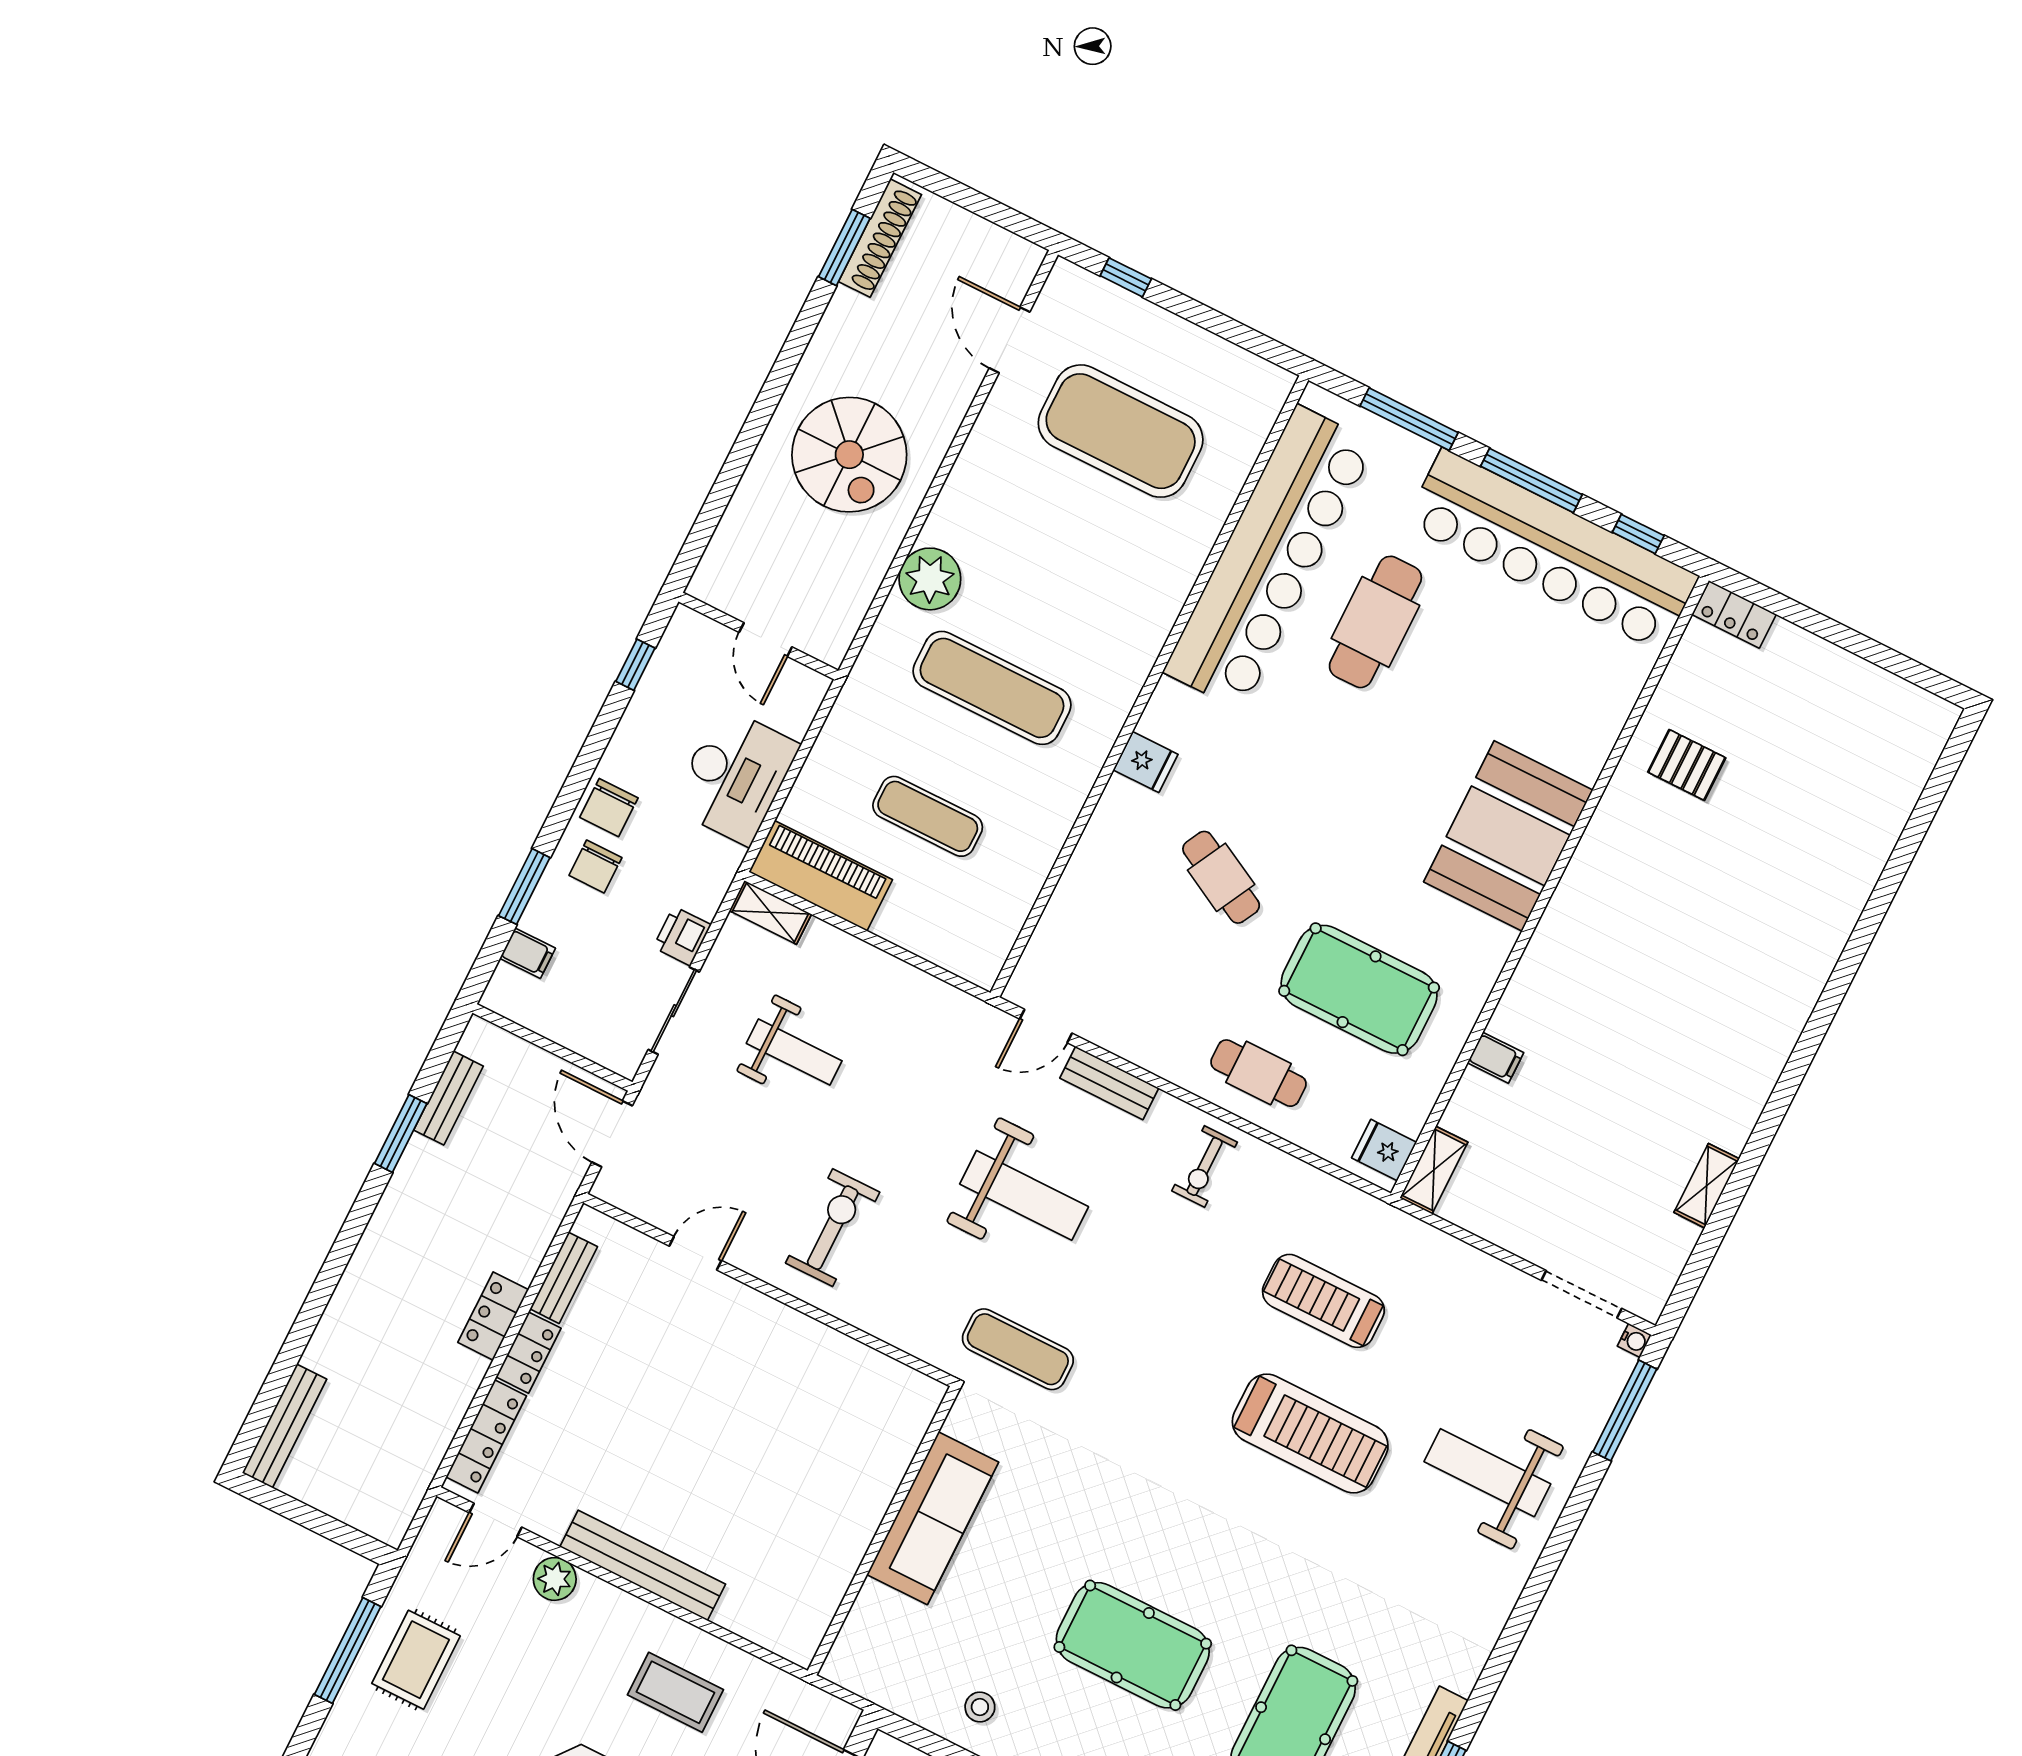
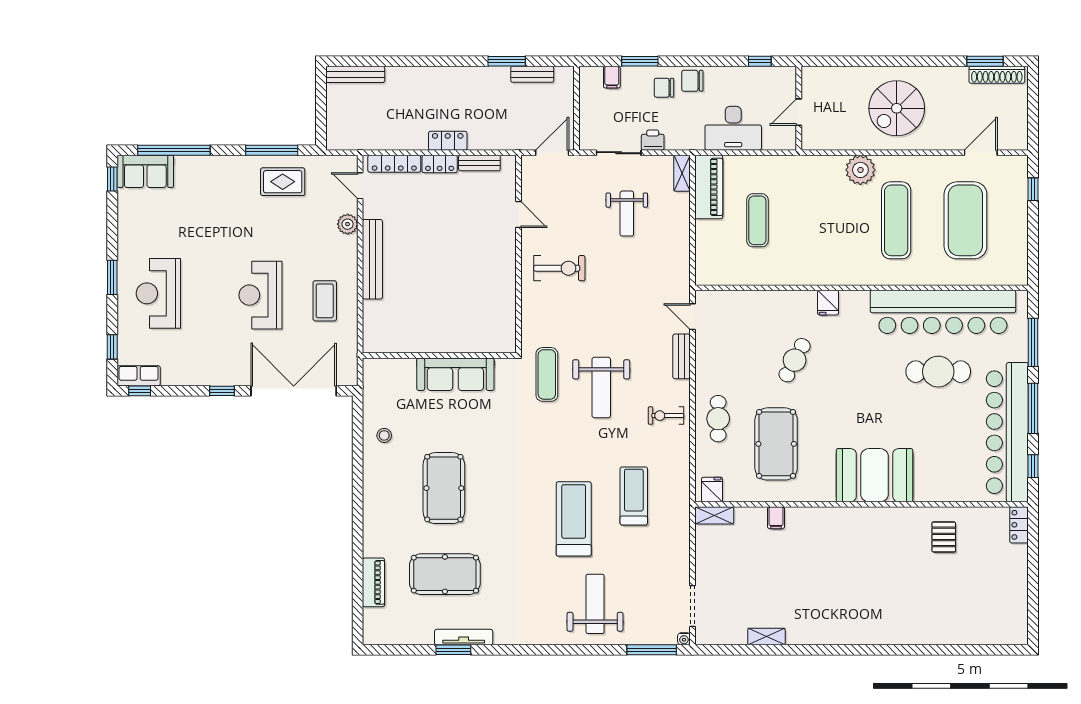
exercise mat: (992, 688) -> (896, 220), moved
weight bench: (1024, 1195) -> (601, 388), moved
treadmill: (1310, 1434) -> (574, 519), turned 180

